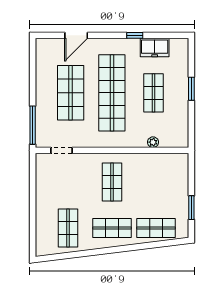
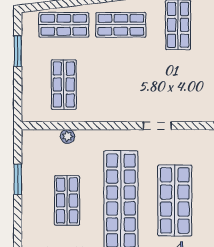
window: (191, 89) -> (18, 179), moved
doorway: (61, 150) -> (157, 126), moved
shop shelf: (112, 182) -> (64, 84), moved

